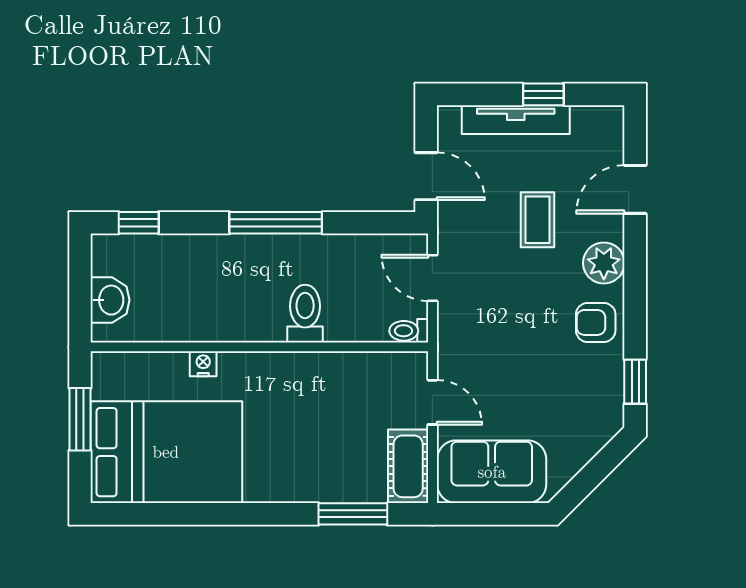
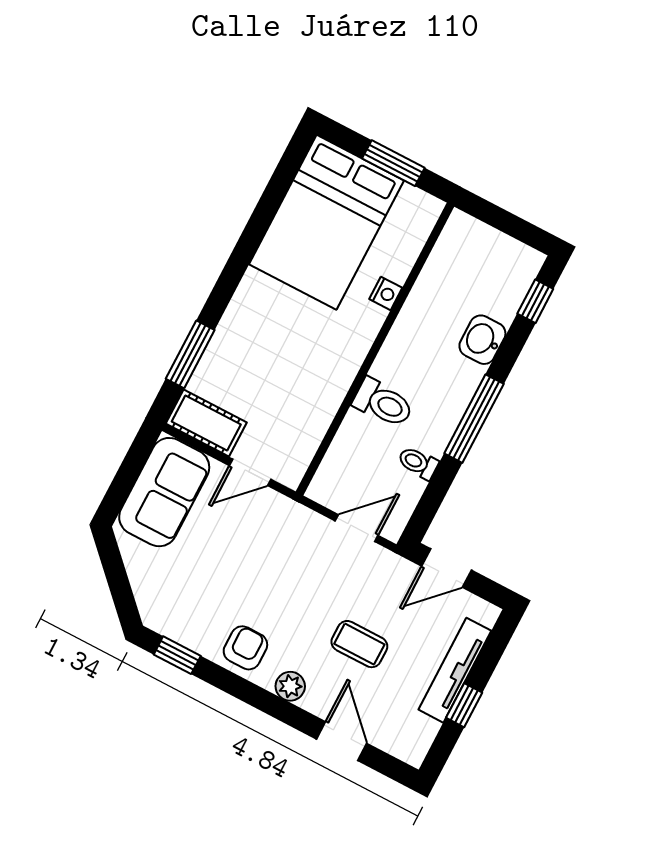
plant: (604, 263) -> (290, 686), width x0.73, depth x0.73
washbasin: (110, 300) -> (482, 340), moved, turned 90
toilet: (409, 331) -> (418, 463), moved, turned -90

